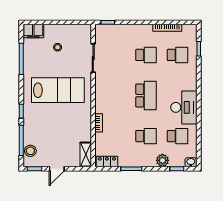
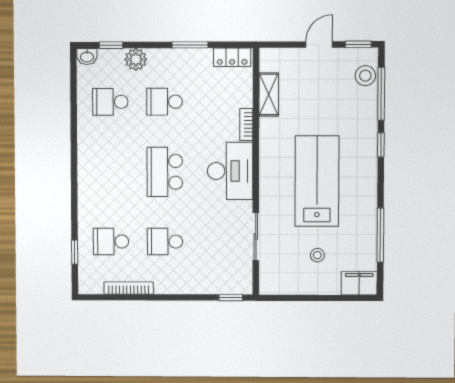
lab bench: (58, 90) -> (317, 181), turned 90
desk: (184, 107) -> (230, 171), moved, turned 180
shelving: (86, 154) -> (269, 94), moved

